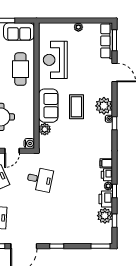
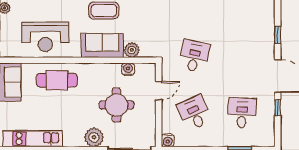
water cooler: (29, 143) -> (128, 69), moved
door: (12, 151) -> (159, 91), hinge flipped

